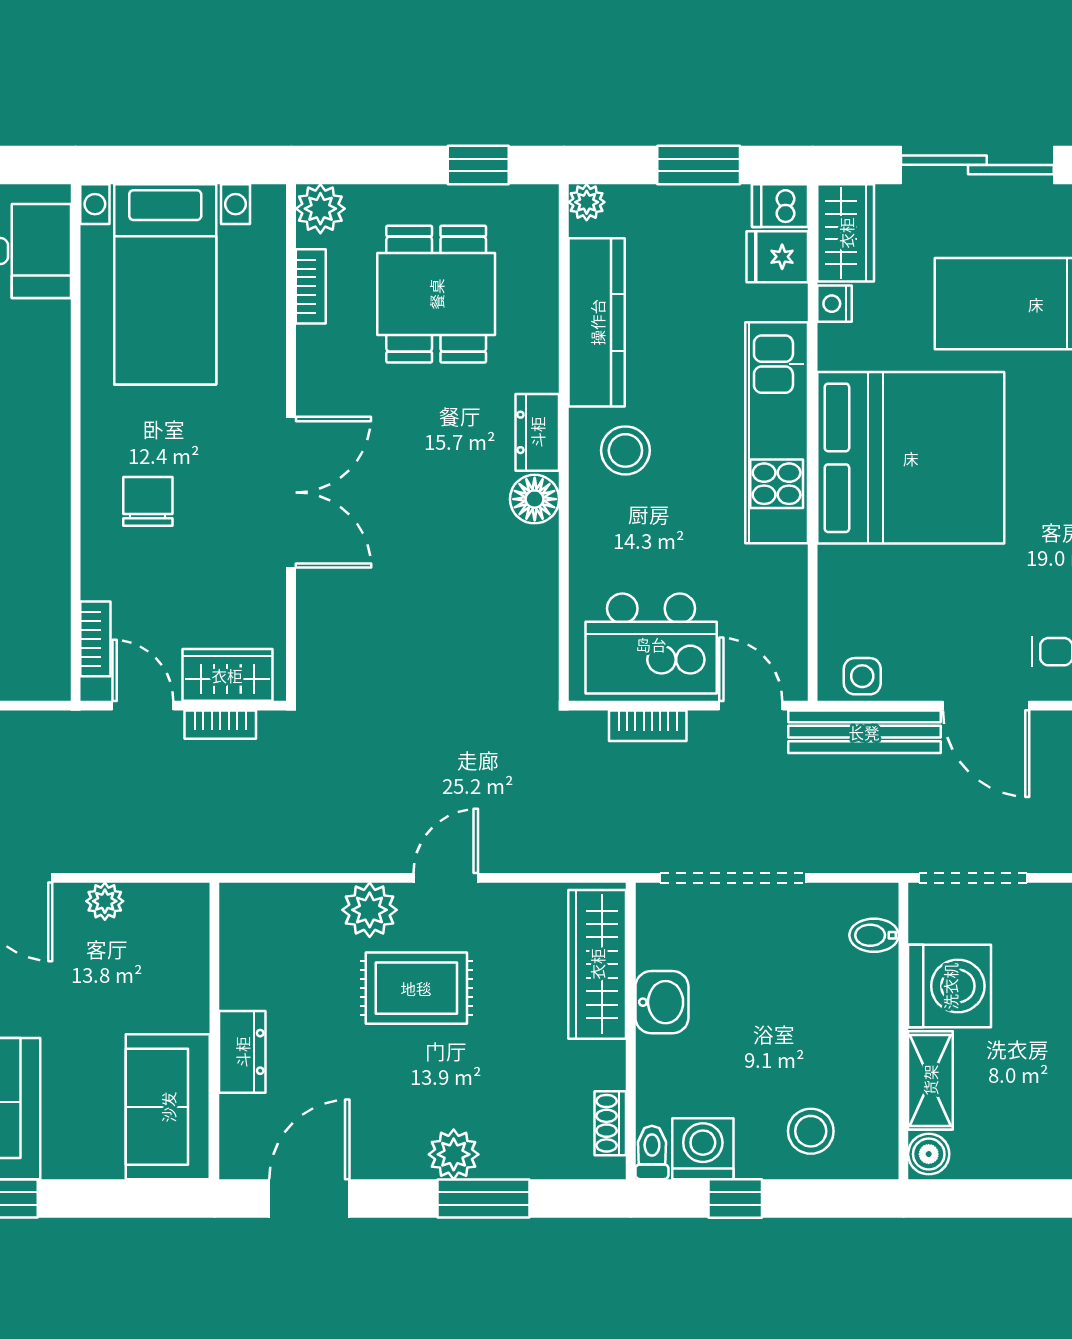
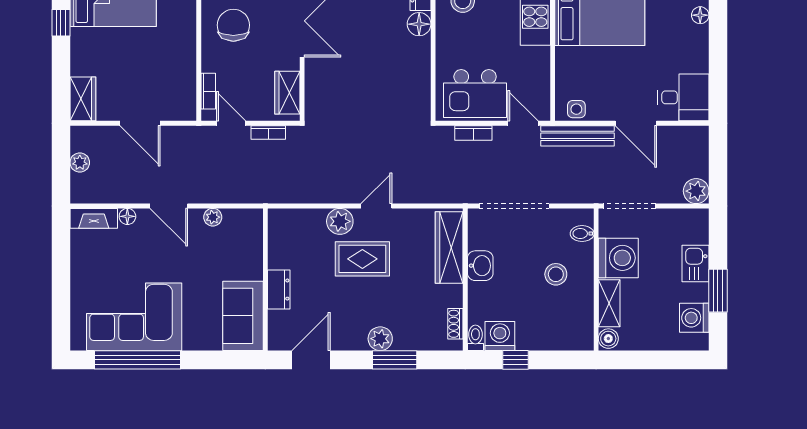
chair: (148, 501) -> (233, 25), width x1.37, depth x1.37
wardrobe: (227, 675) -> (287, 93), moved, turned -90
stool: (811, 1131) -> (556, 274), moved

